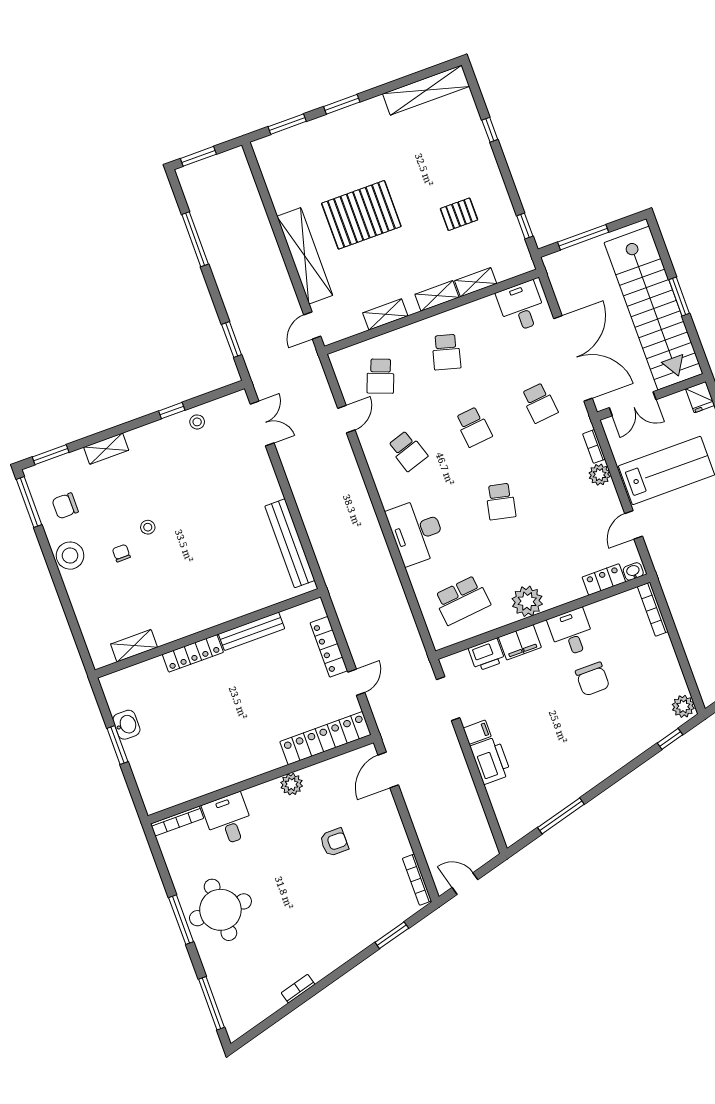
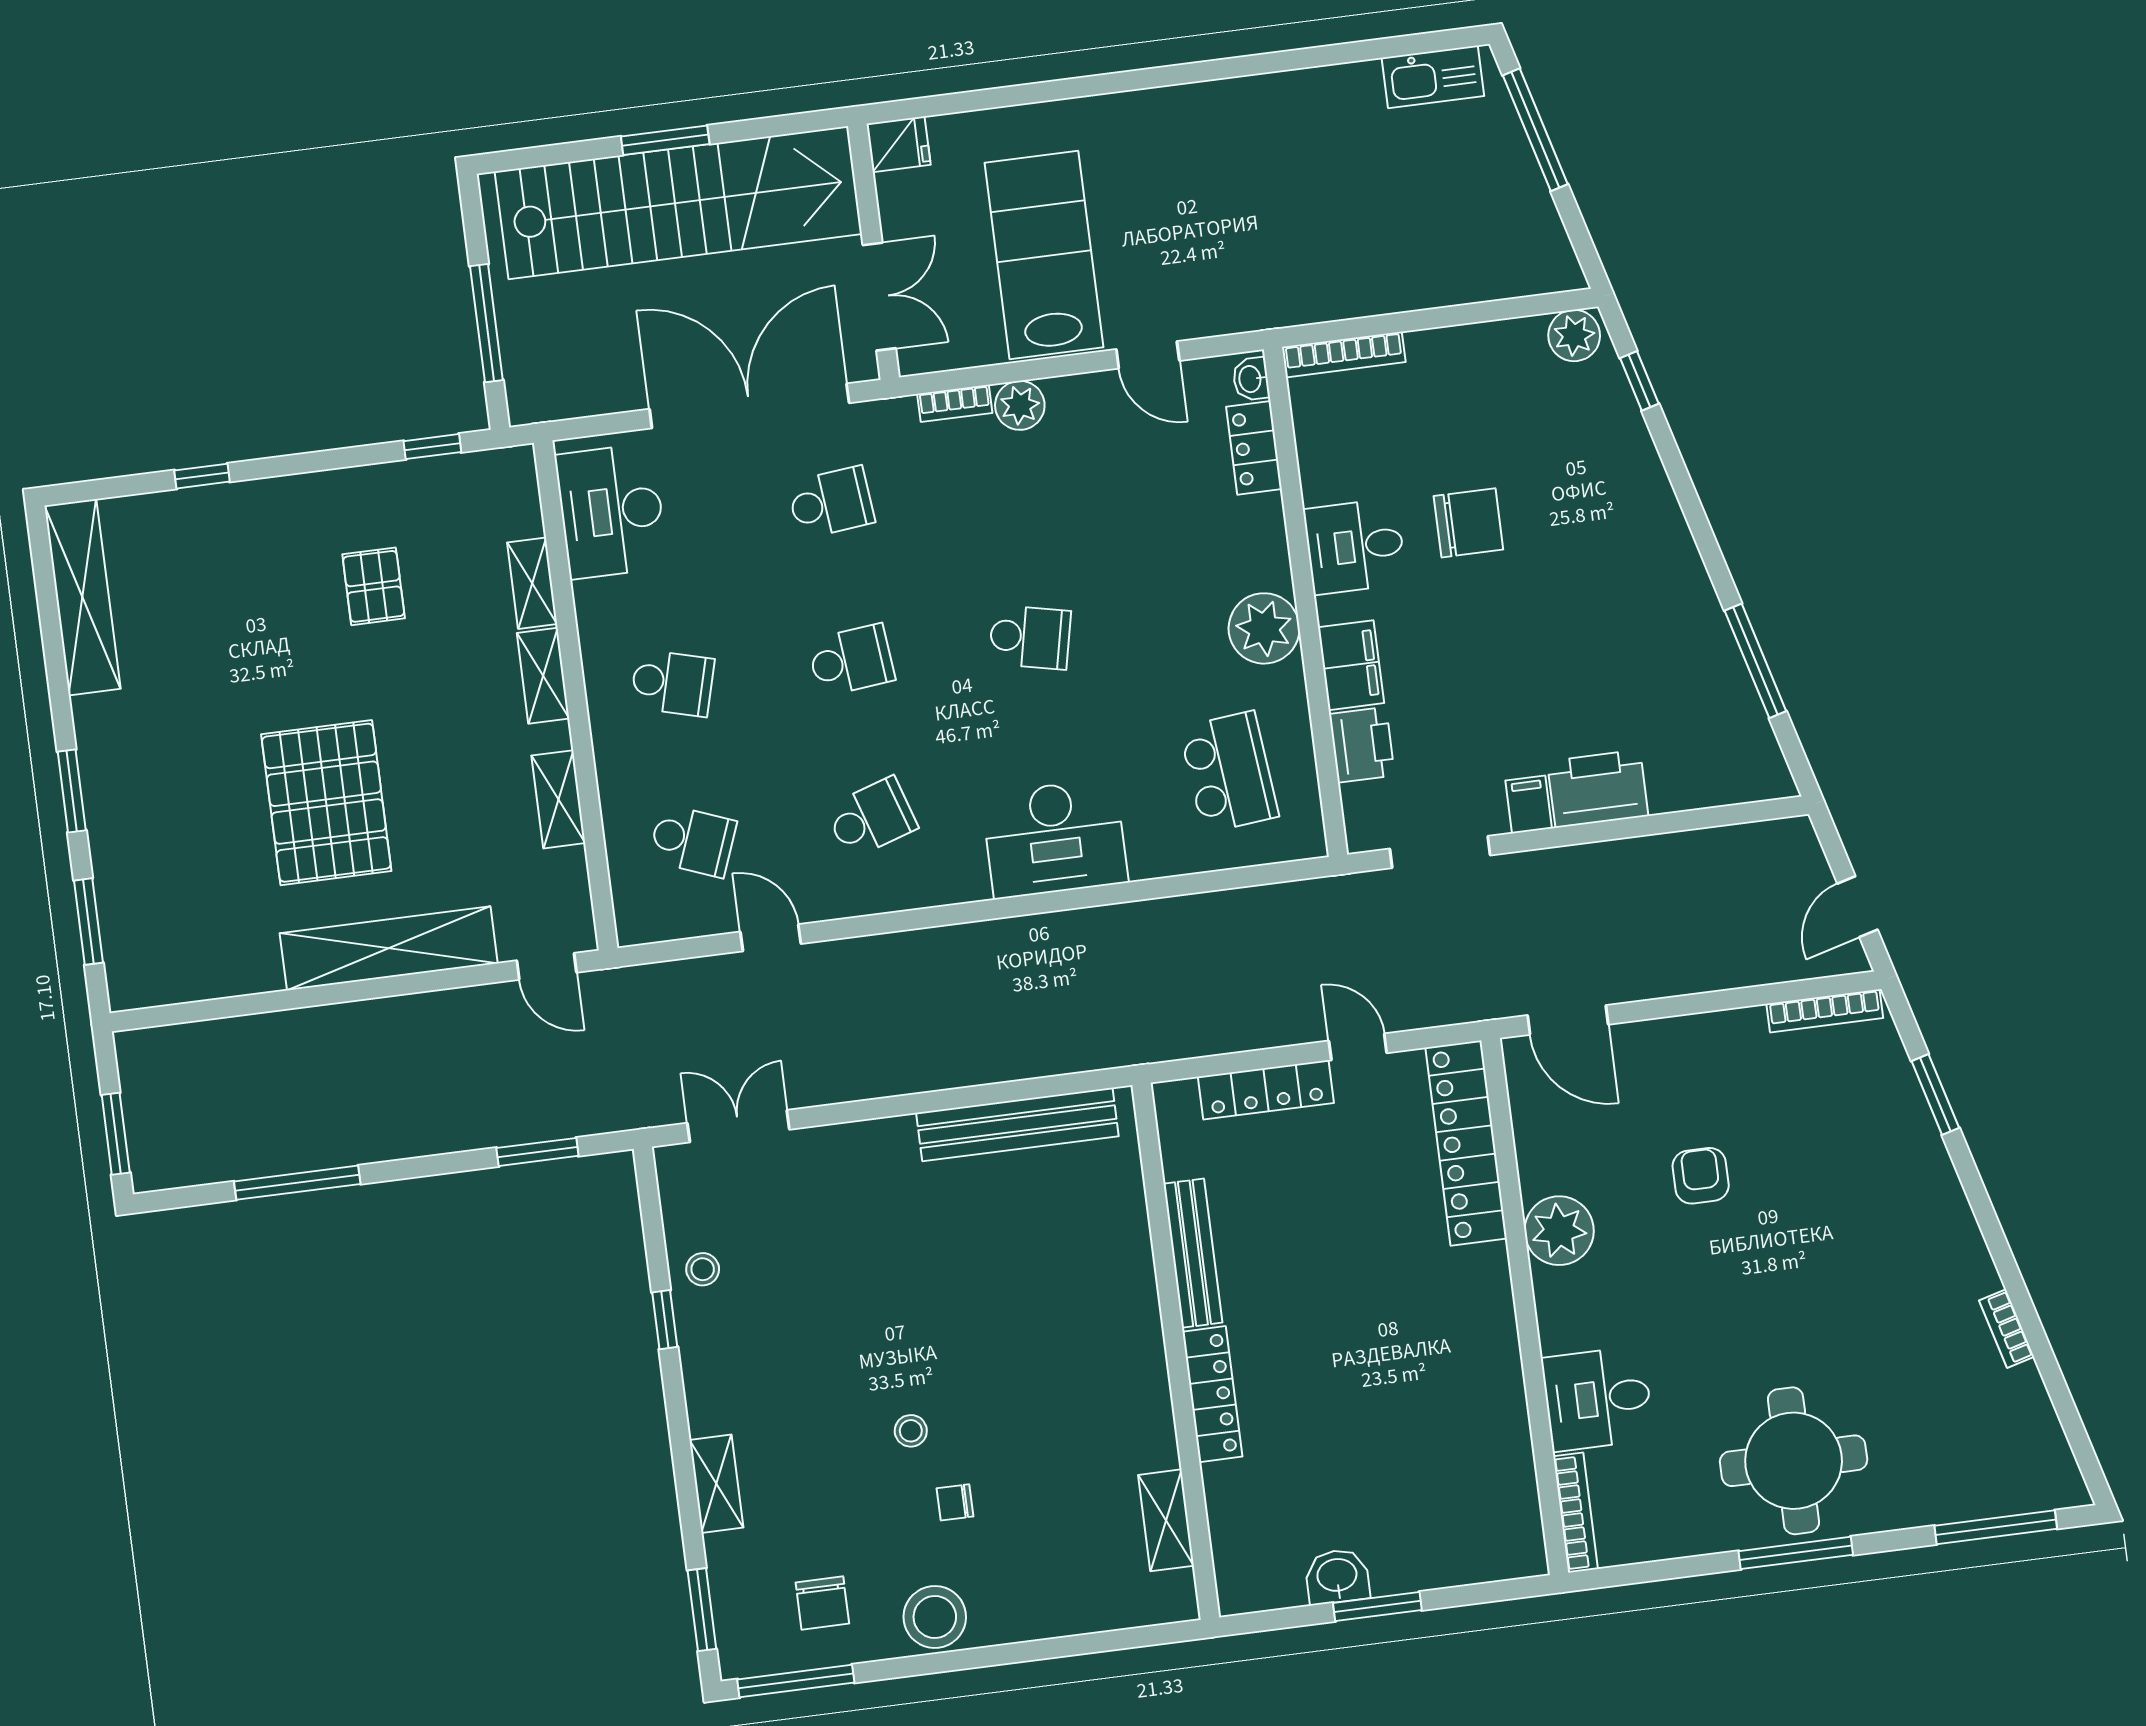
desk: (521, 307) -> (611, 511), width x1.37
plant: (292, 784) -> (1559, 1231), width x1.36, depth x1.36

